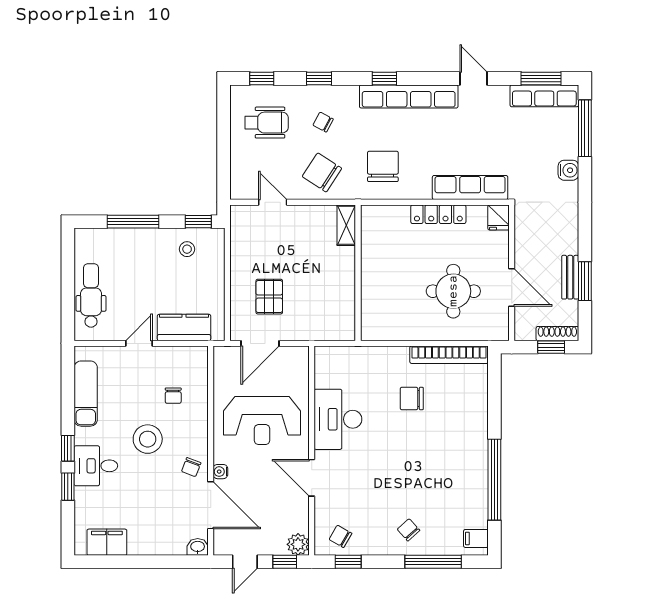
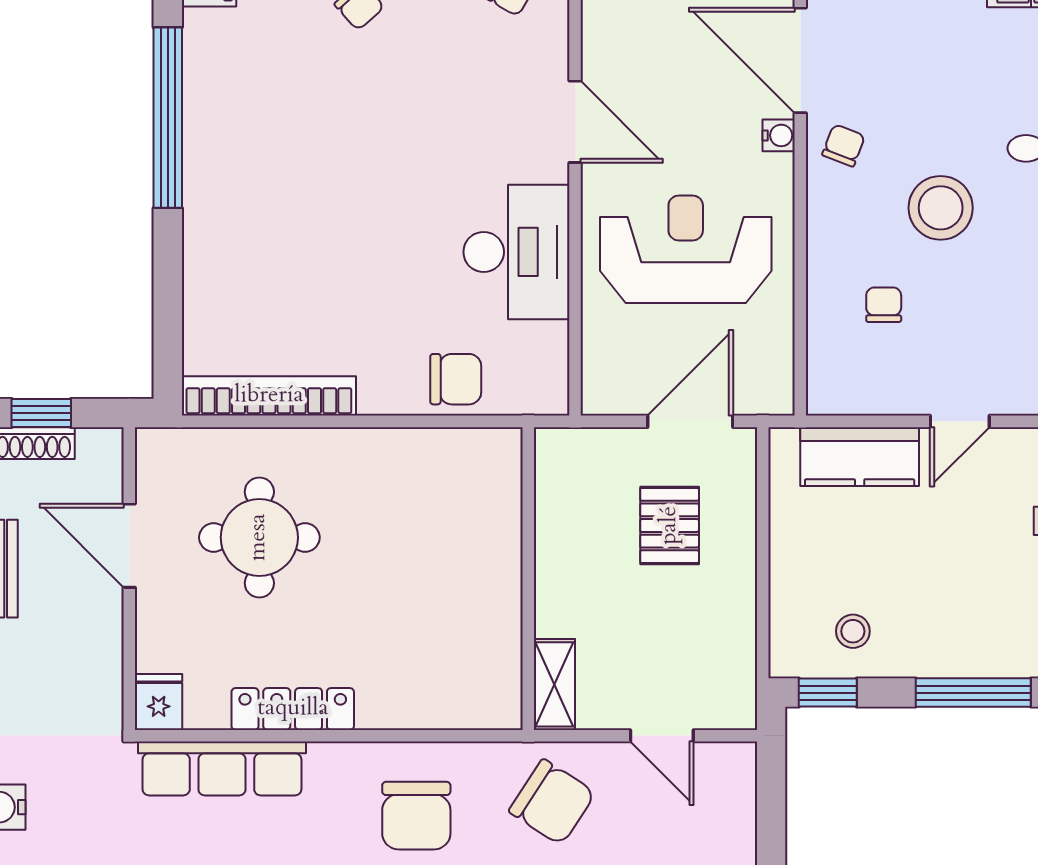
shelving: (346, 225) -> (554, 684), moved
wall: (358, 273) -> (528, 579), moved
chair: (412, 399) -> (456, 379), moved

